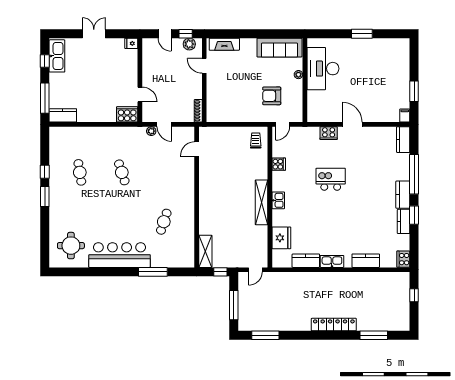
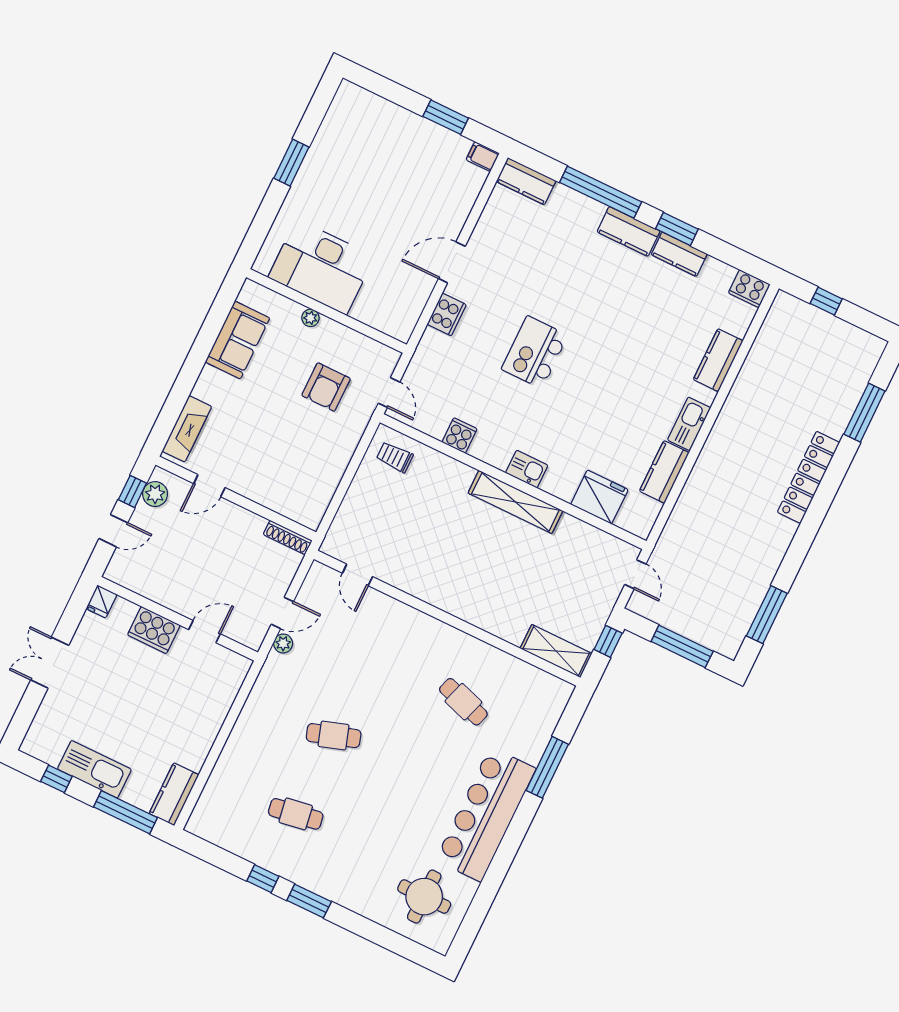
sofa: (279, 48) -> (238, 340), width x0.73
kitchen sink: (57, 56) -> (94, 769), moved
cooker: (127, 114) -> (154, 630), moved, turned -90

